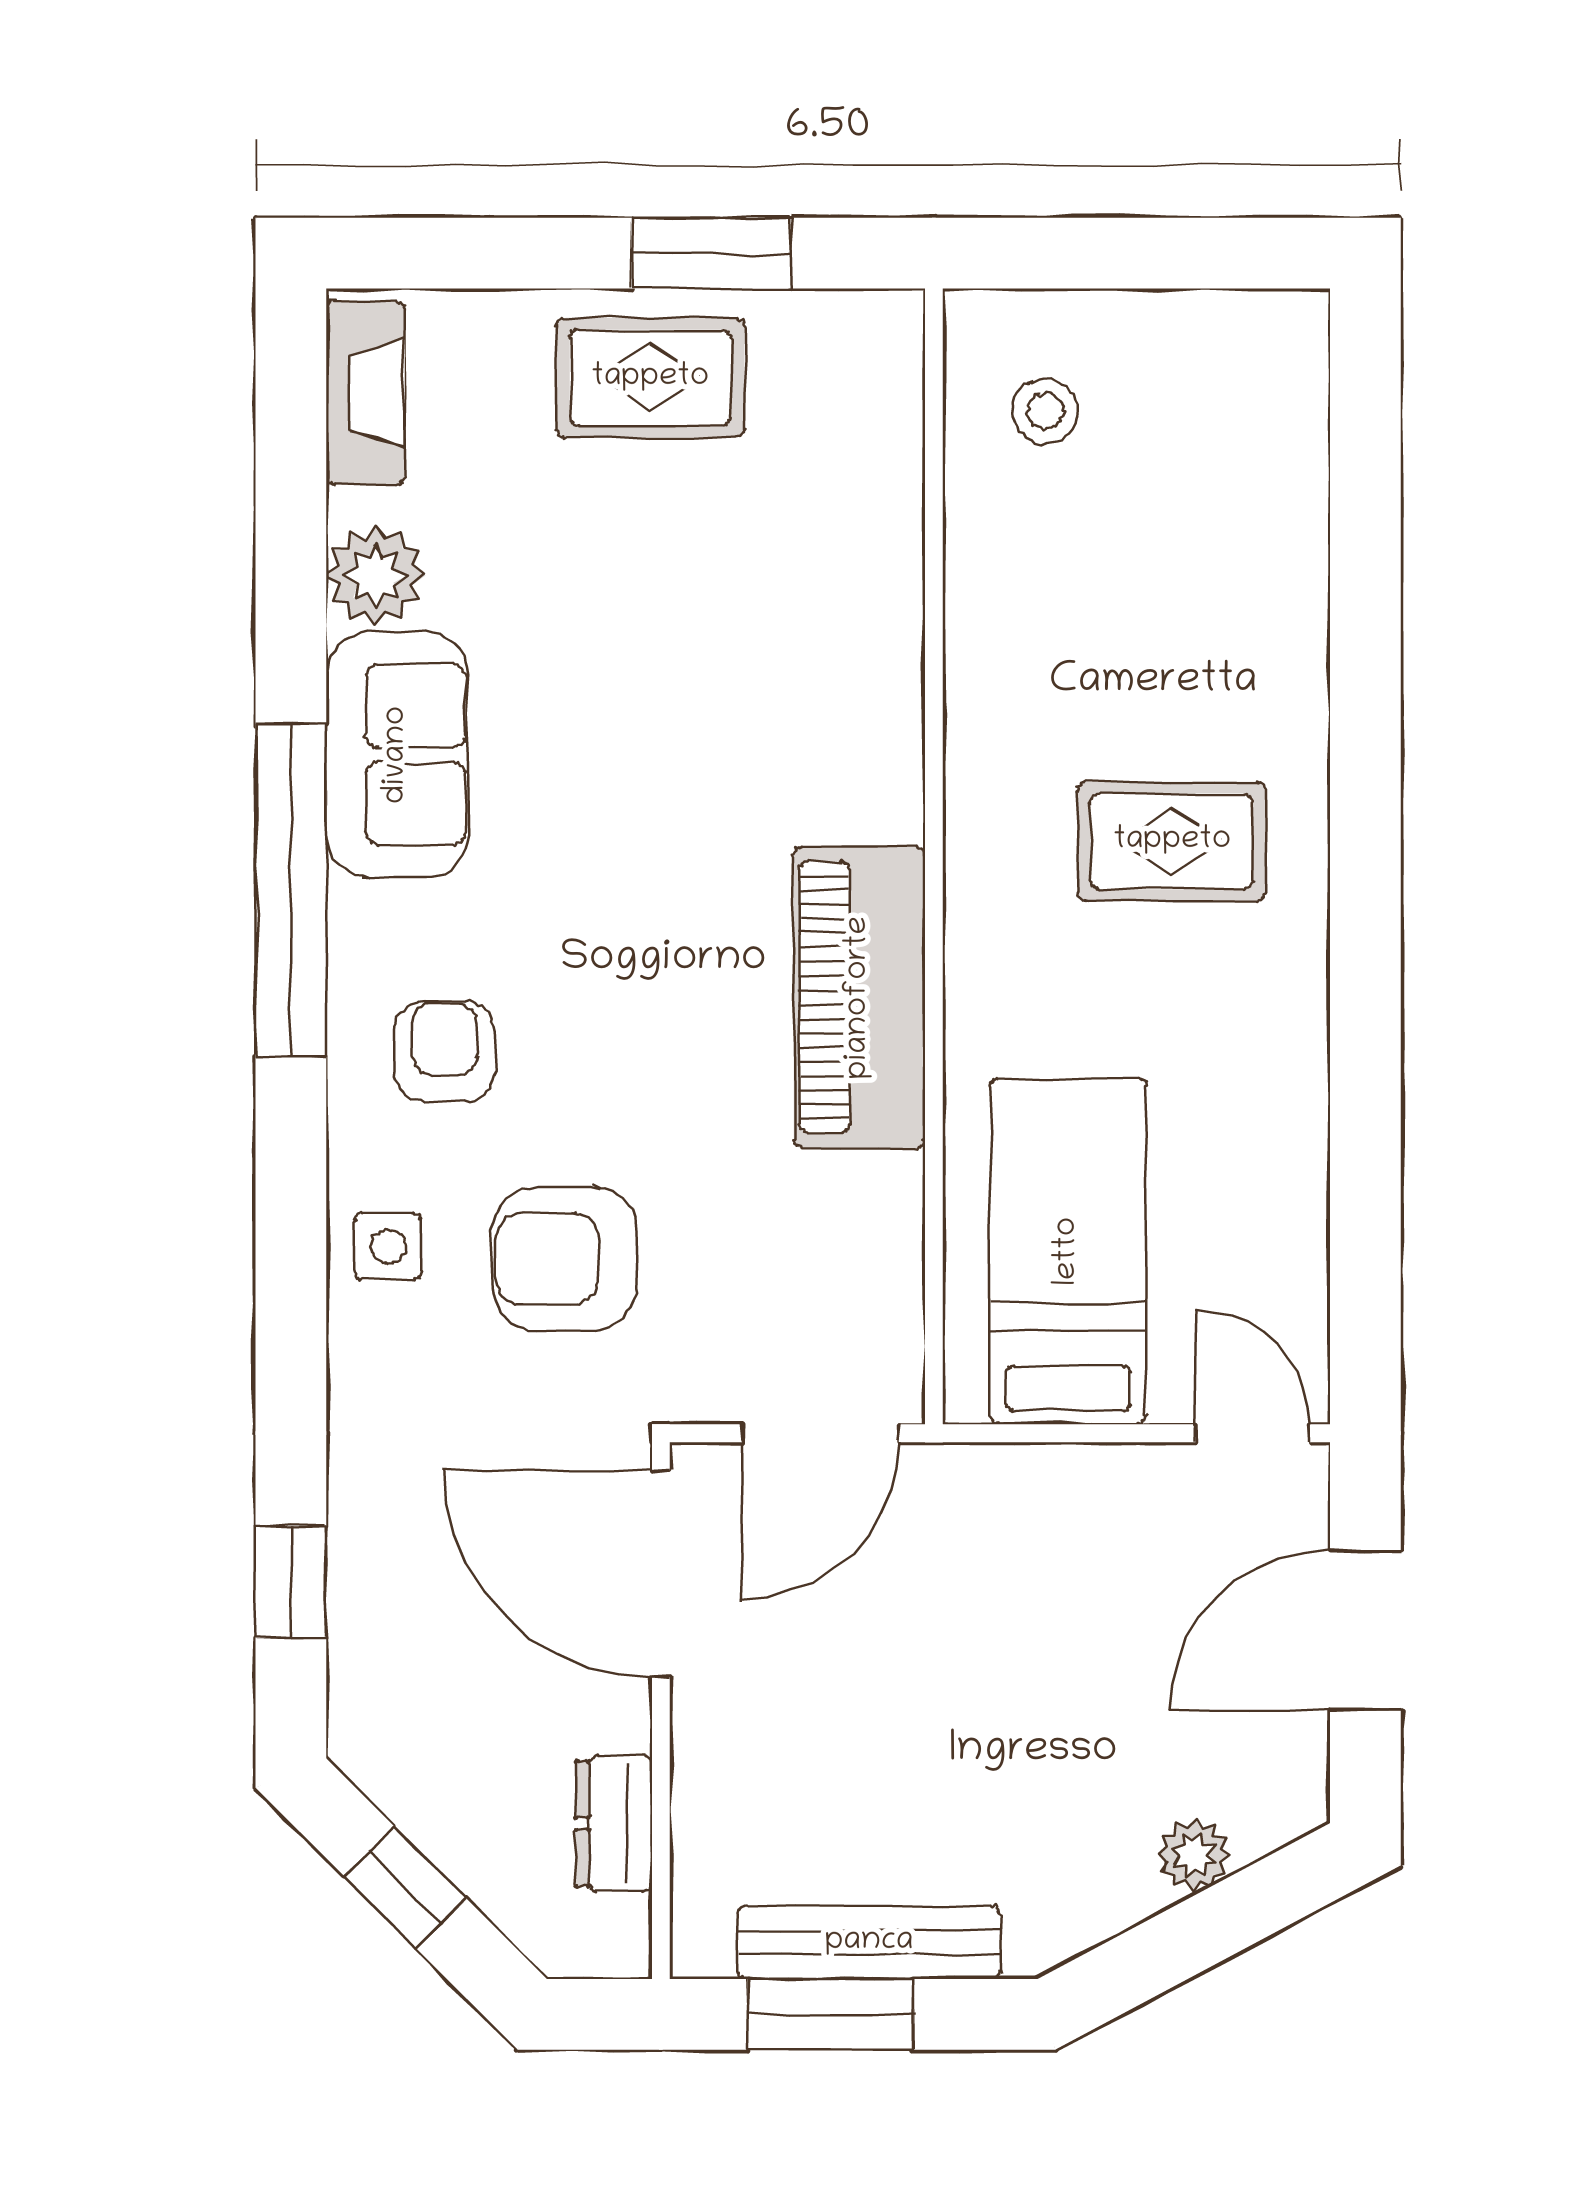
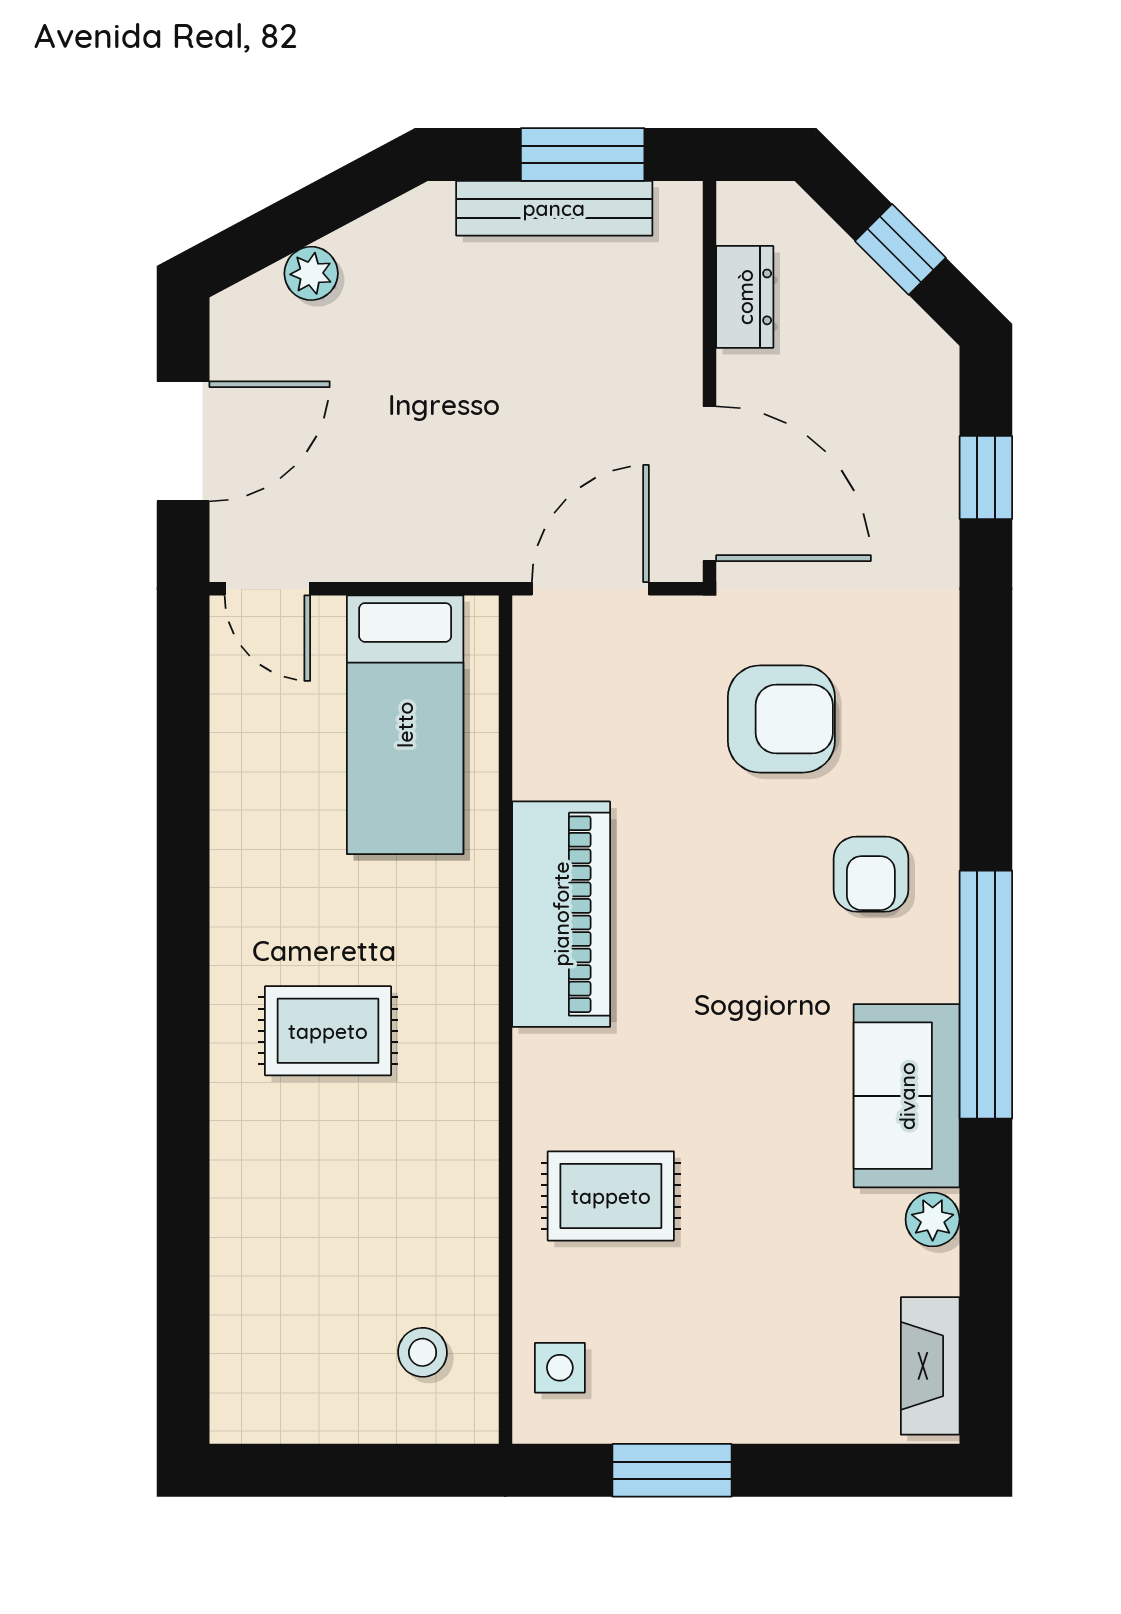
rug: (650, 378) -> (611, 1196), moved
plant: (376, 575) -> (933, 1219), width x0.73, depth x0.73
side table: (388, 1247) -> (560, 1368), moved

